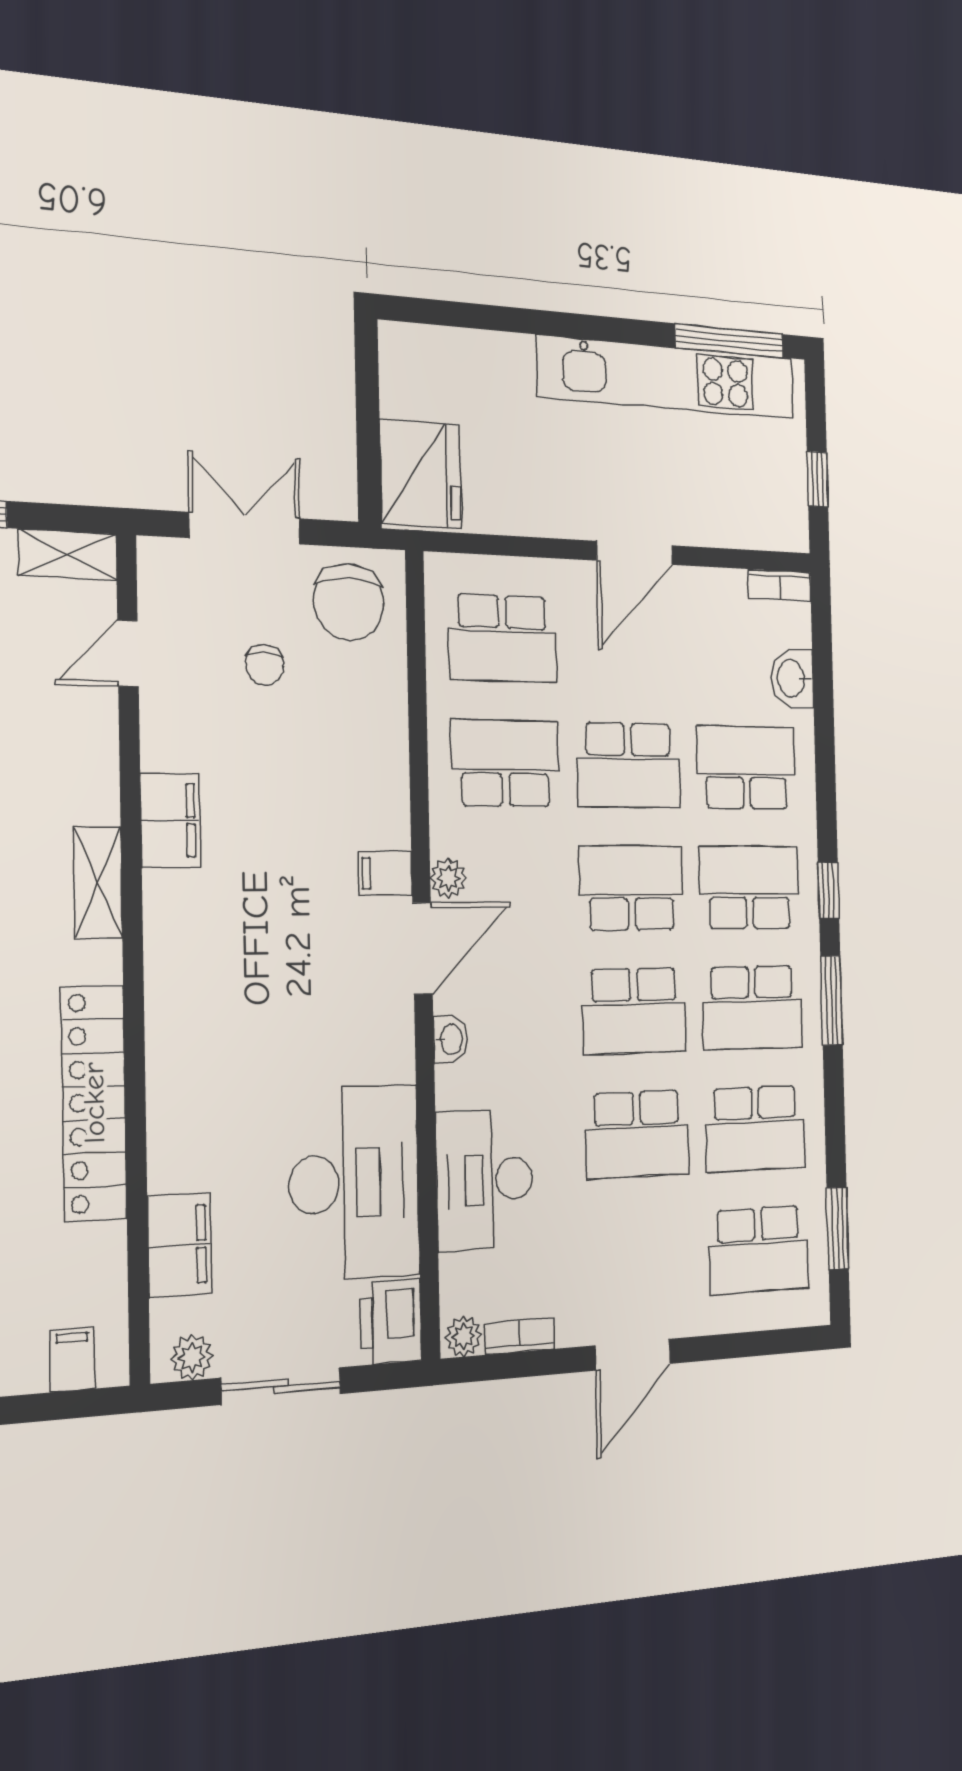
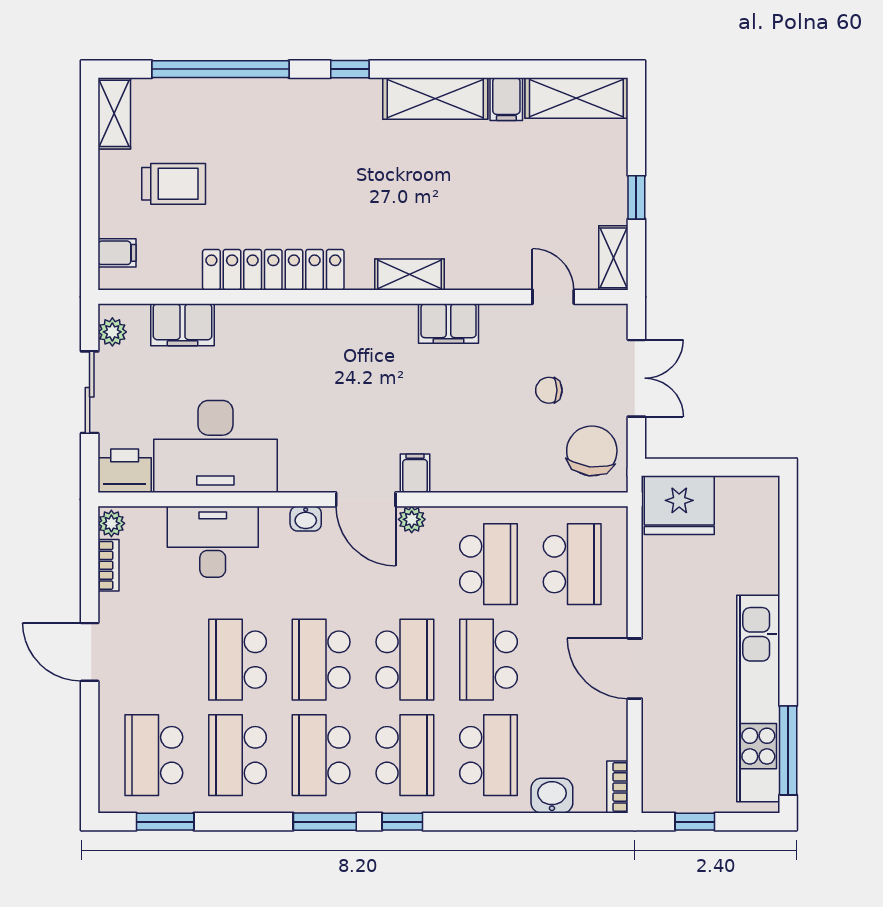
chair: (349, 602) -> (592, 451), turned 97
school desk: (502, 638) -> (572, 564), turned 180

